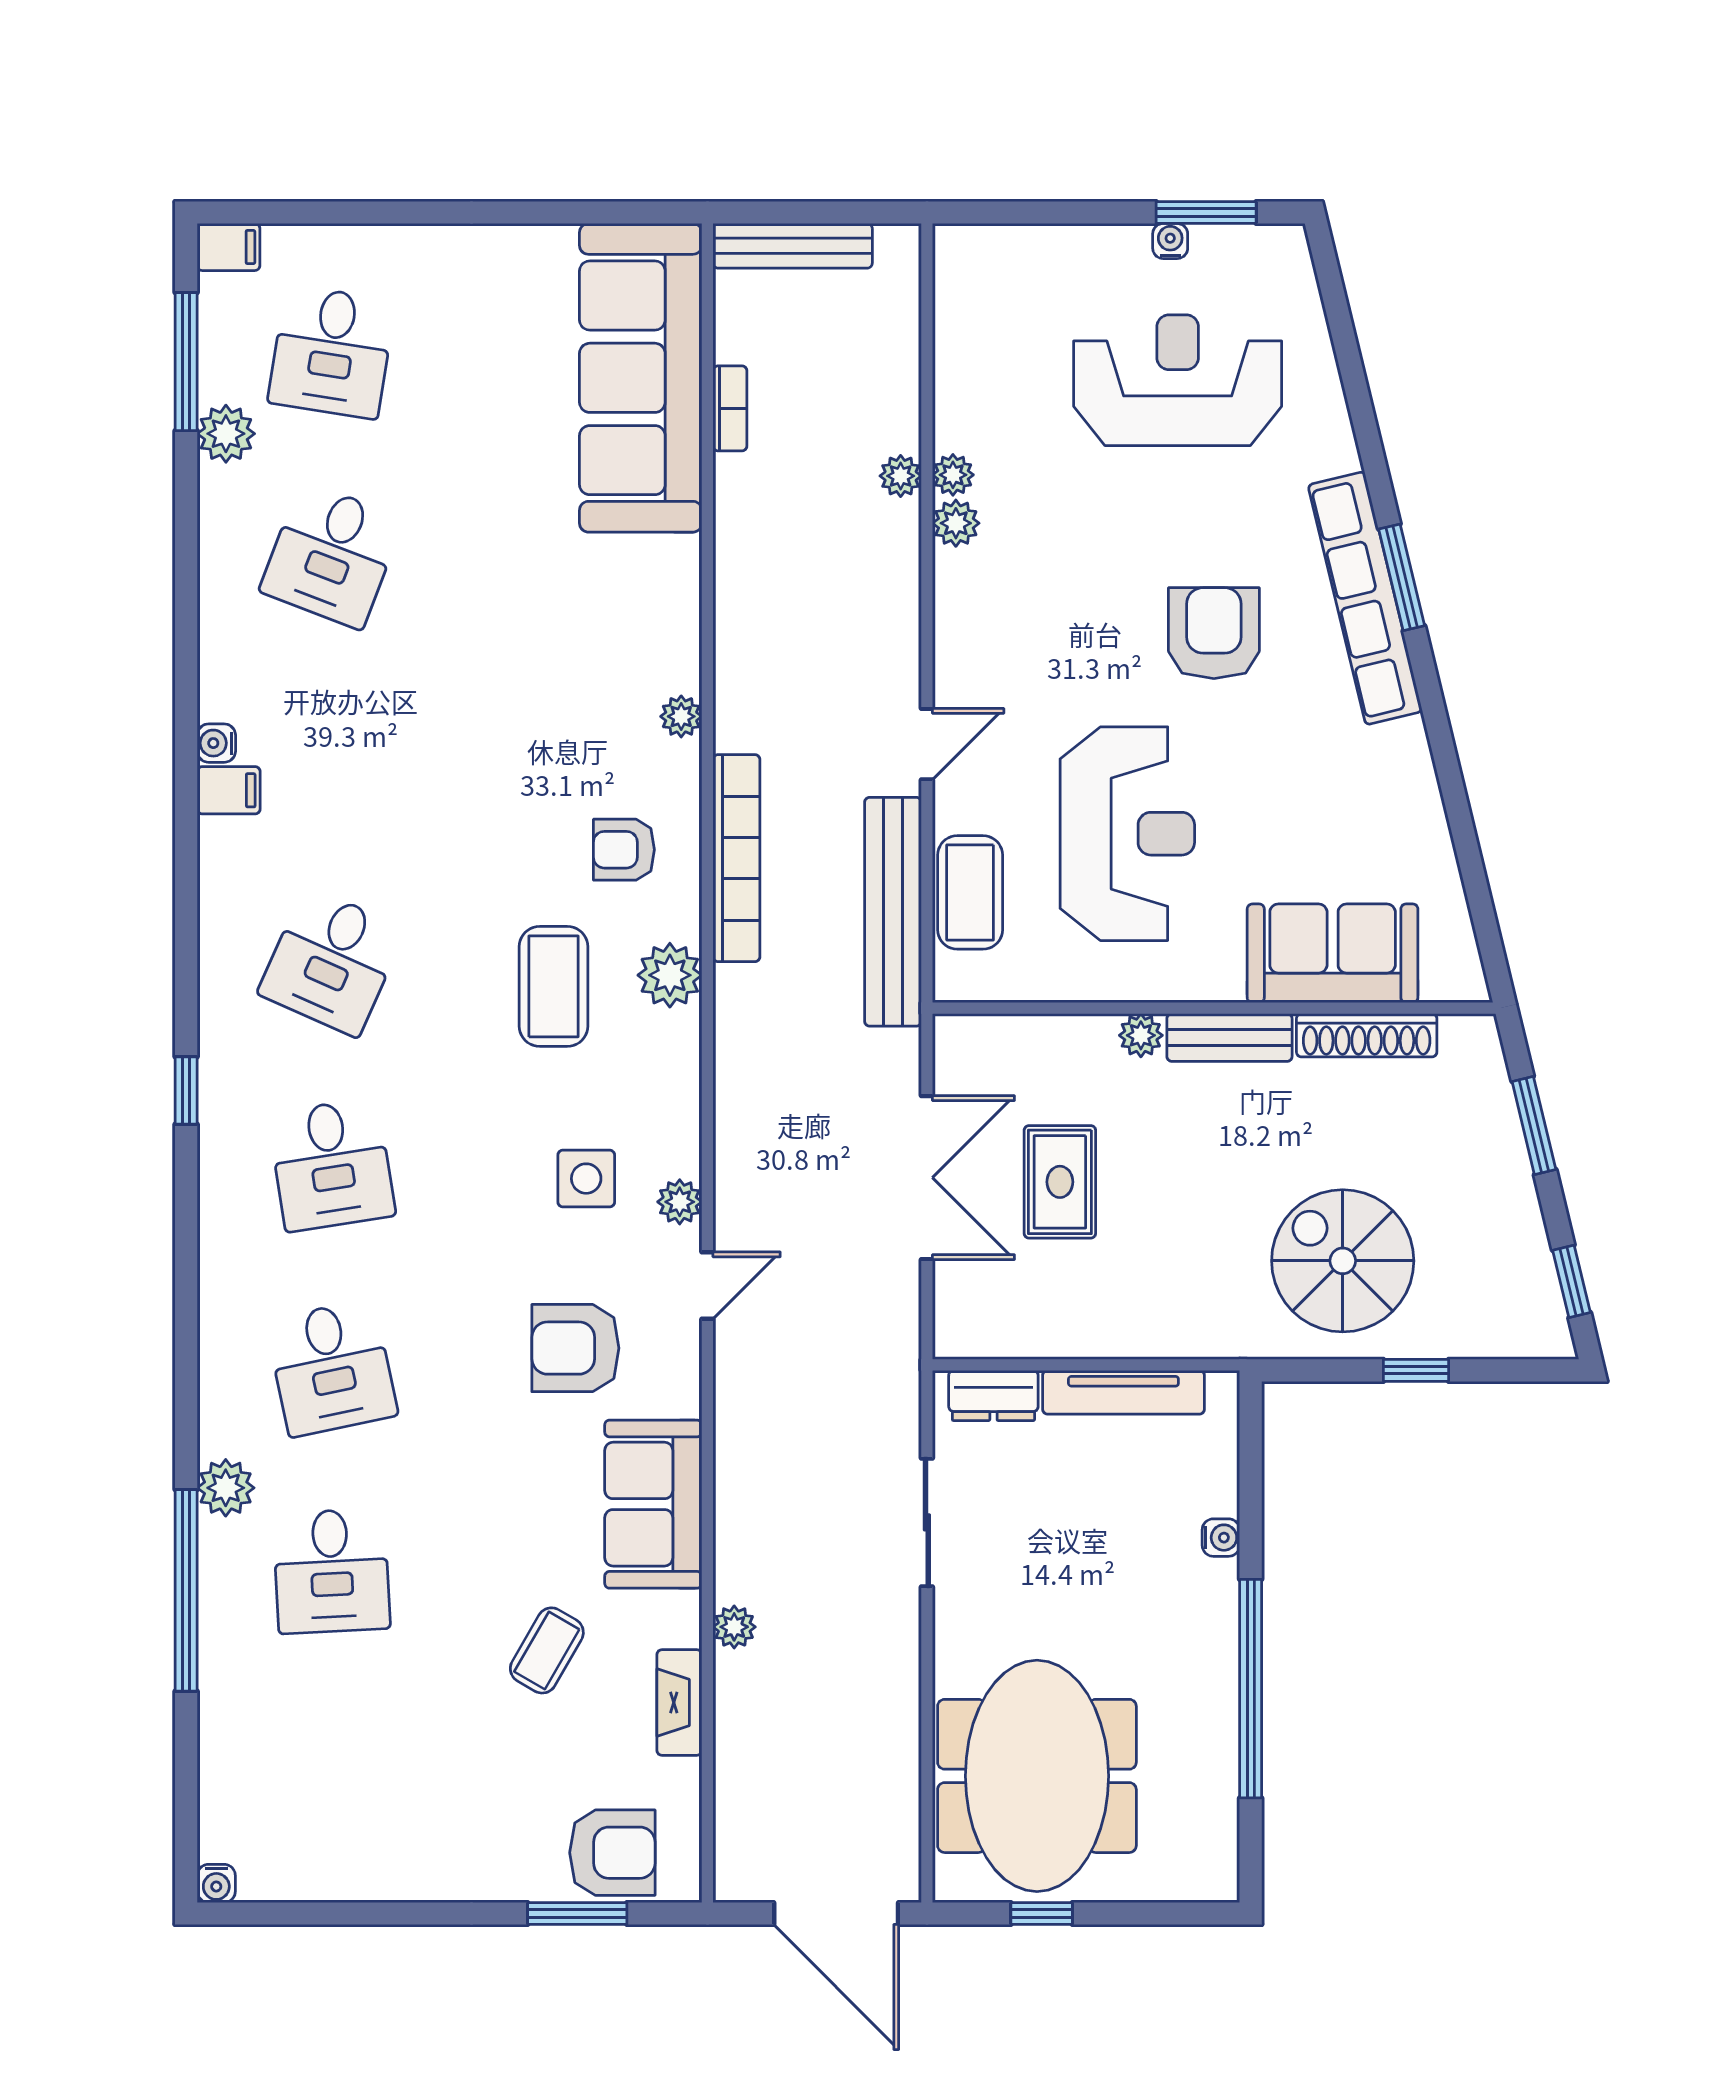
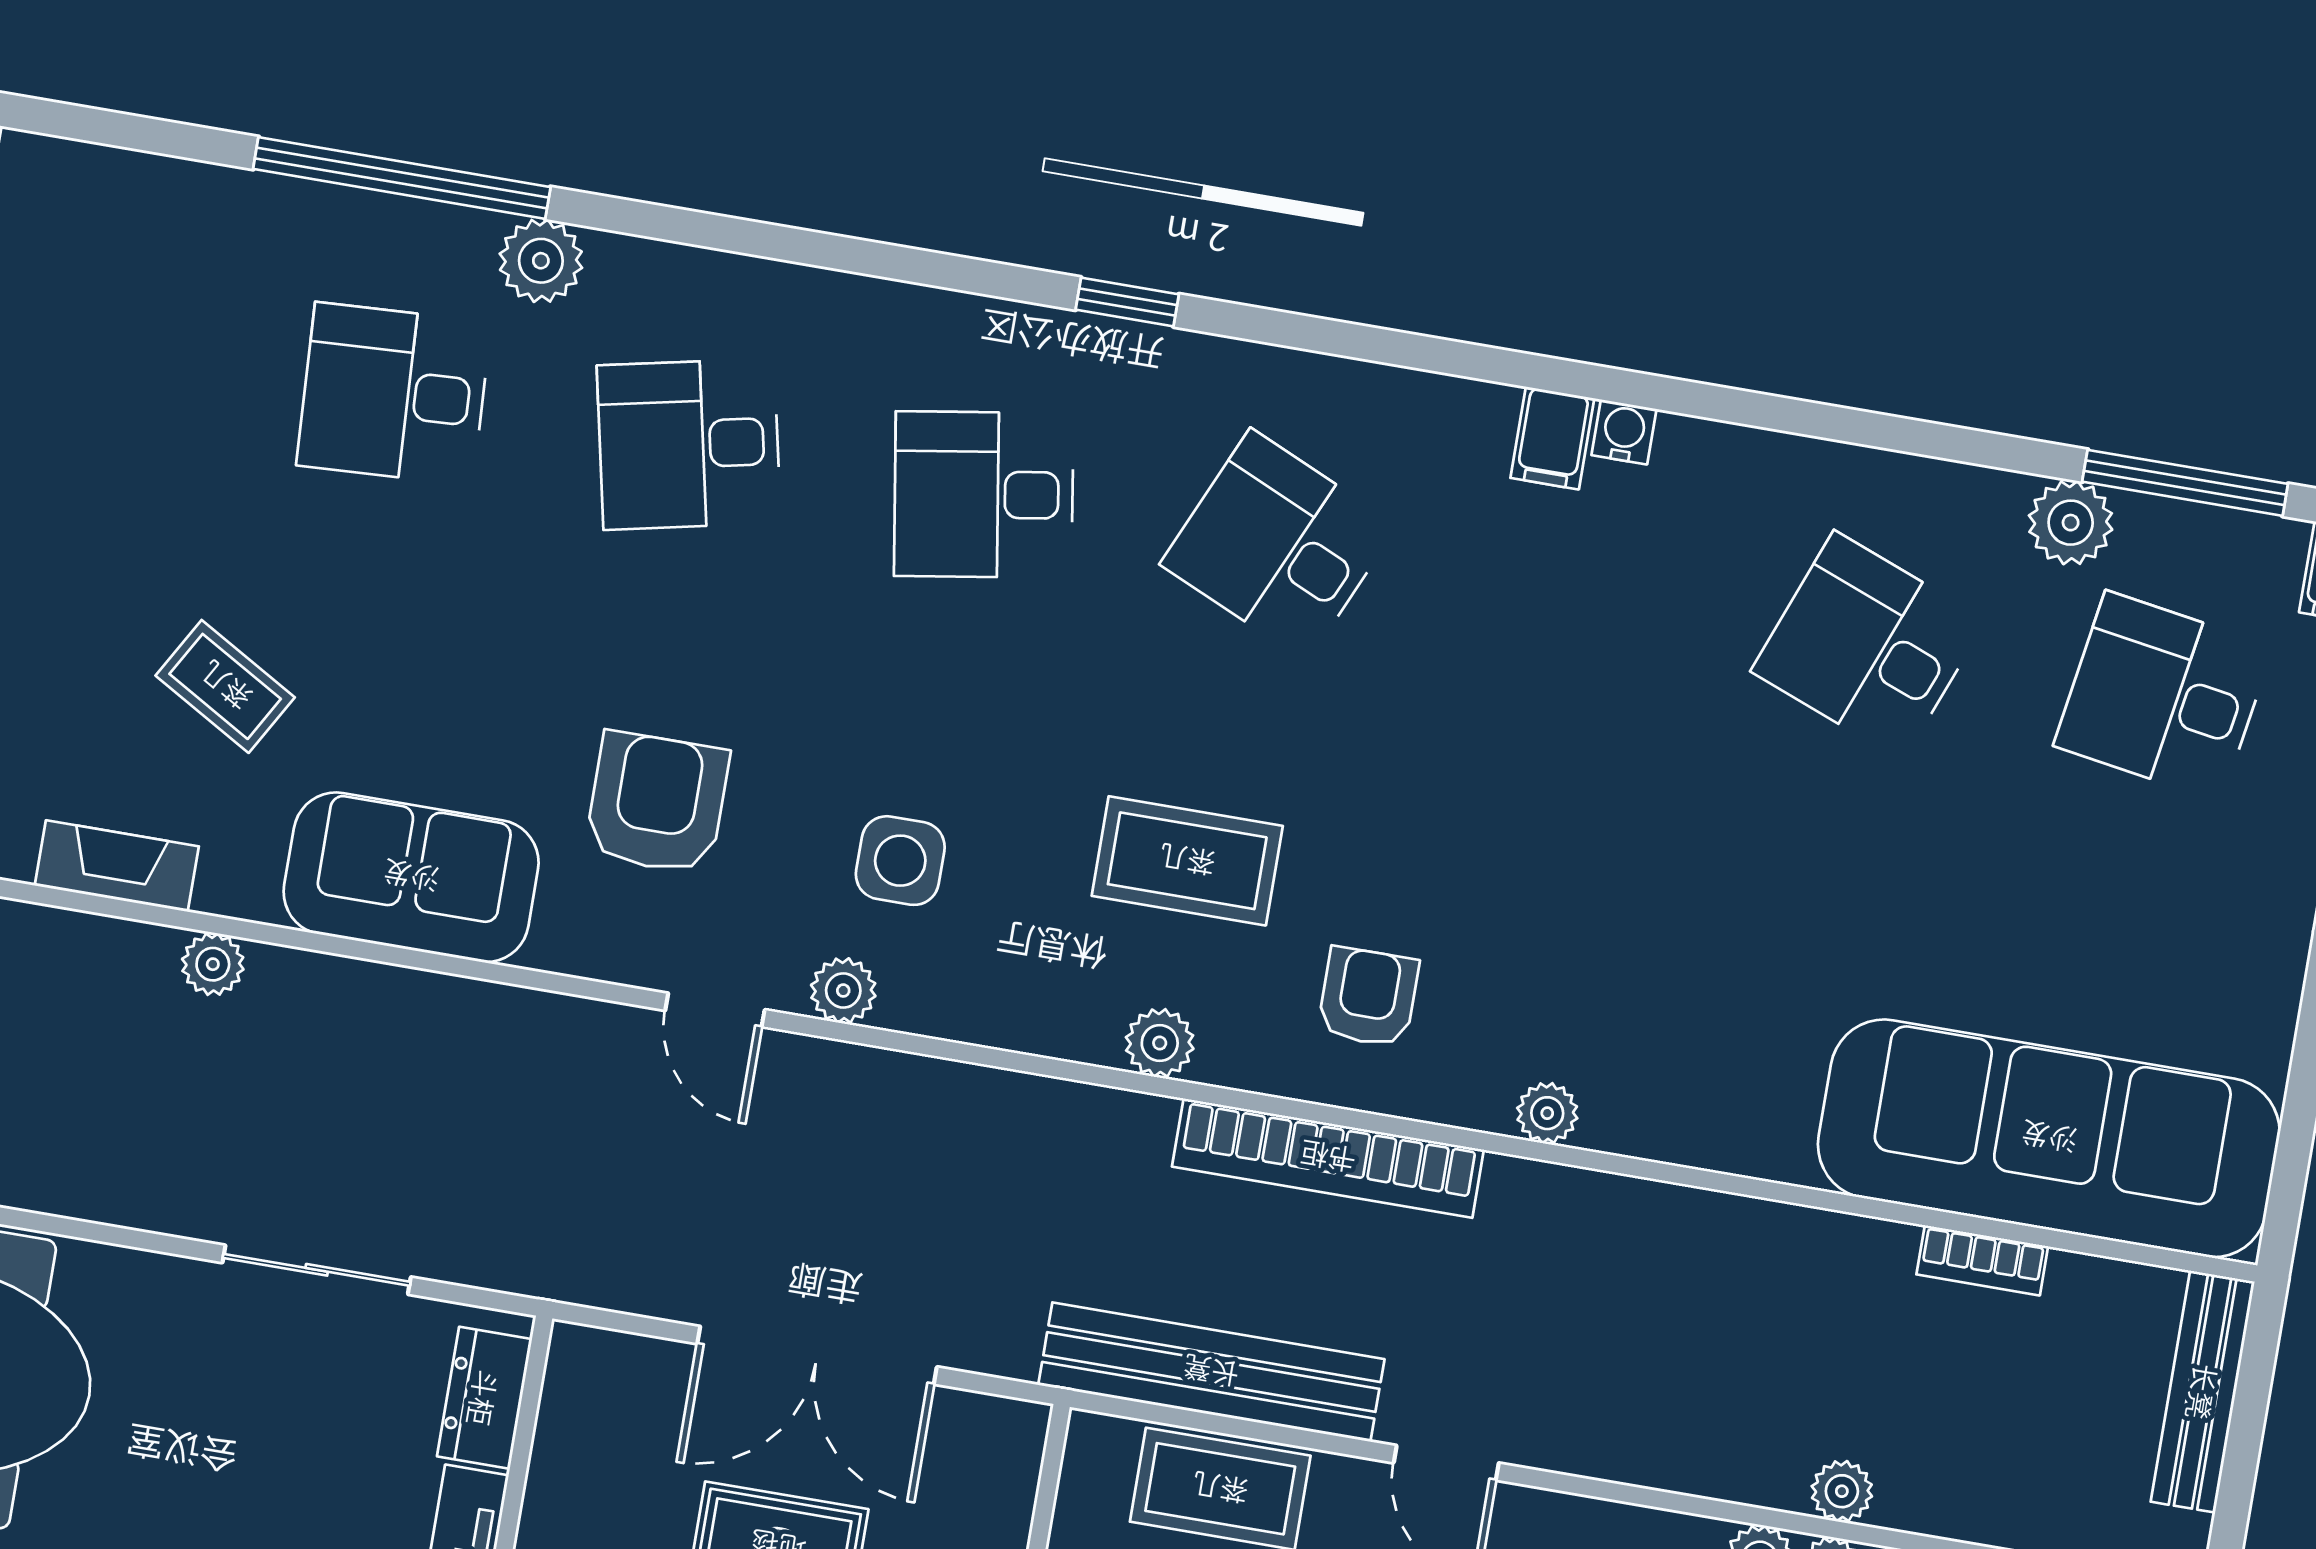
plant: (670, 975) -> (1160, 1043), width x0.73, depth x0.73

